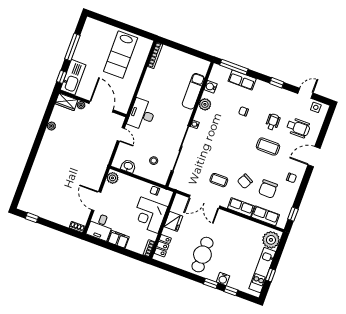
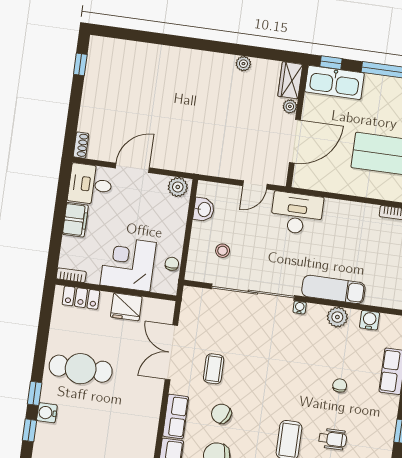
exam couch: (193, 91) -> (333, 289), moved

